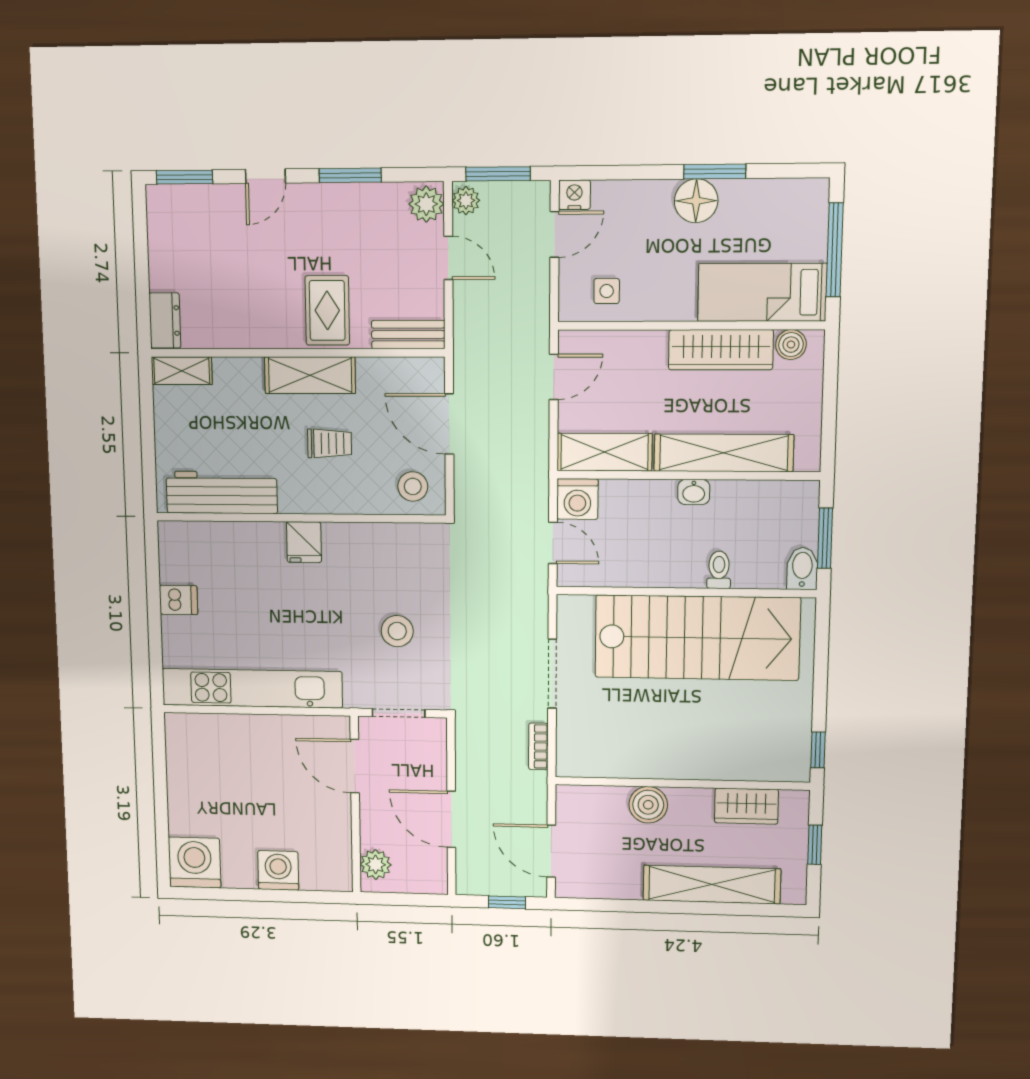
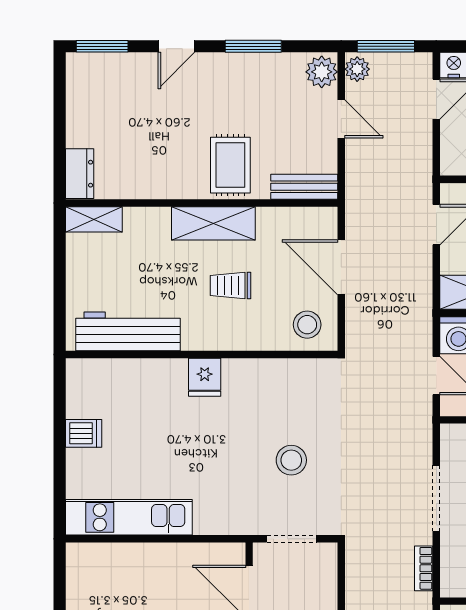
trolley: (330, 443) -> (230, 285), turned 180
kitchen unit: (252, 688) -> (129, 517), width x0.73

